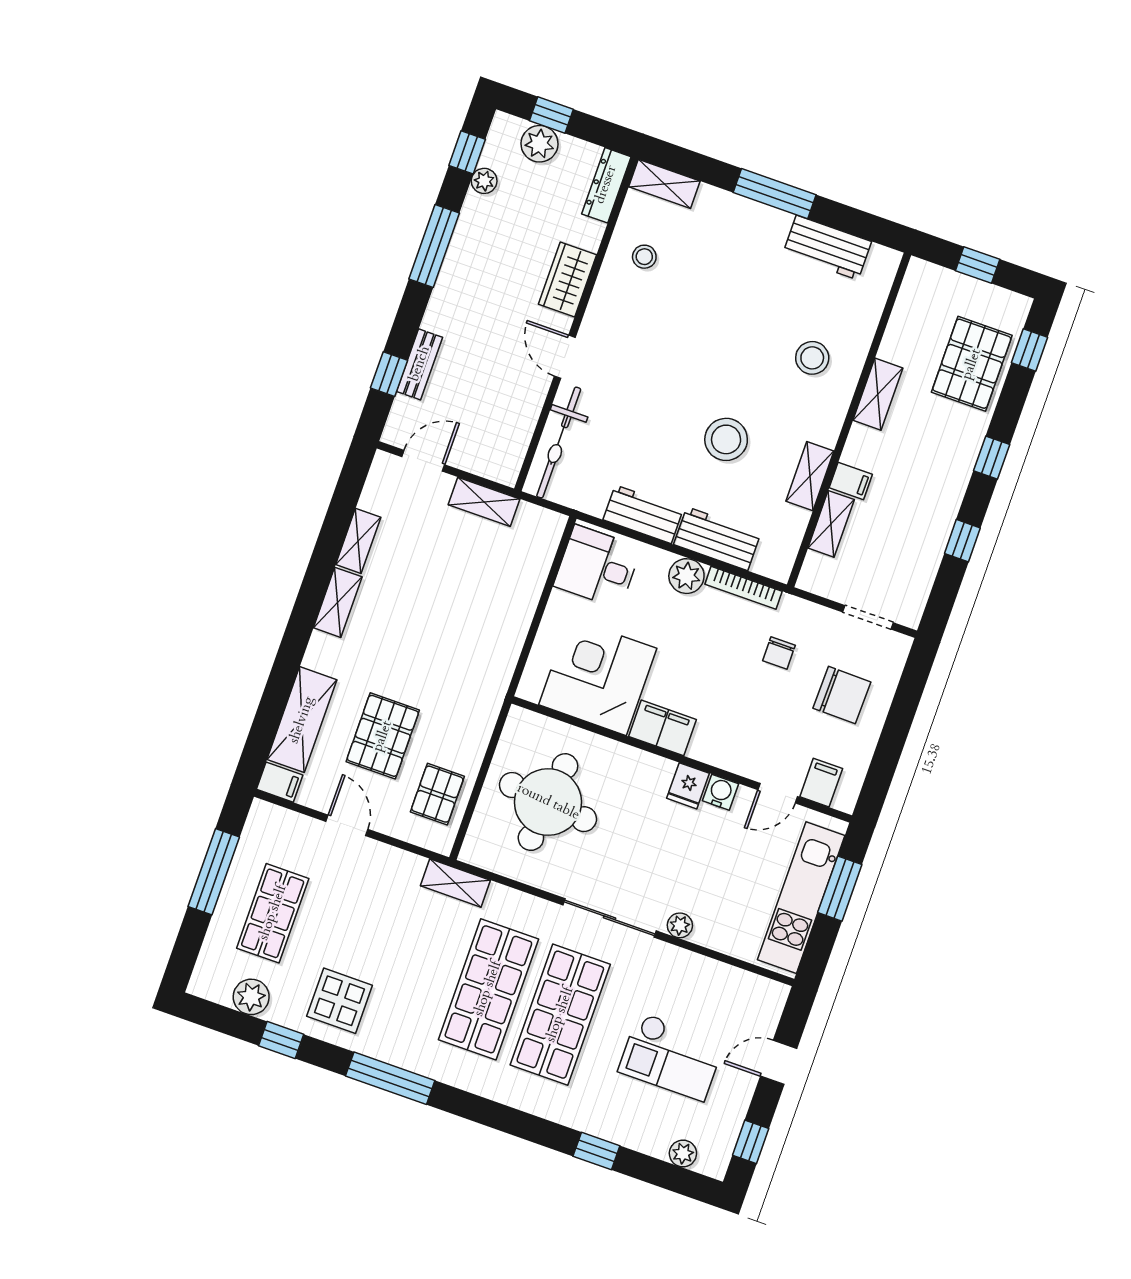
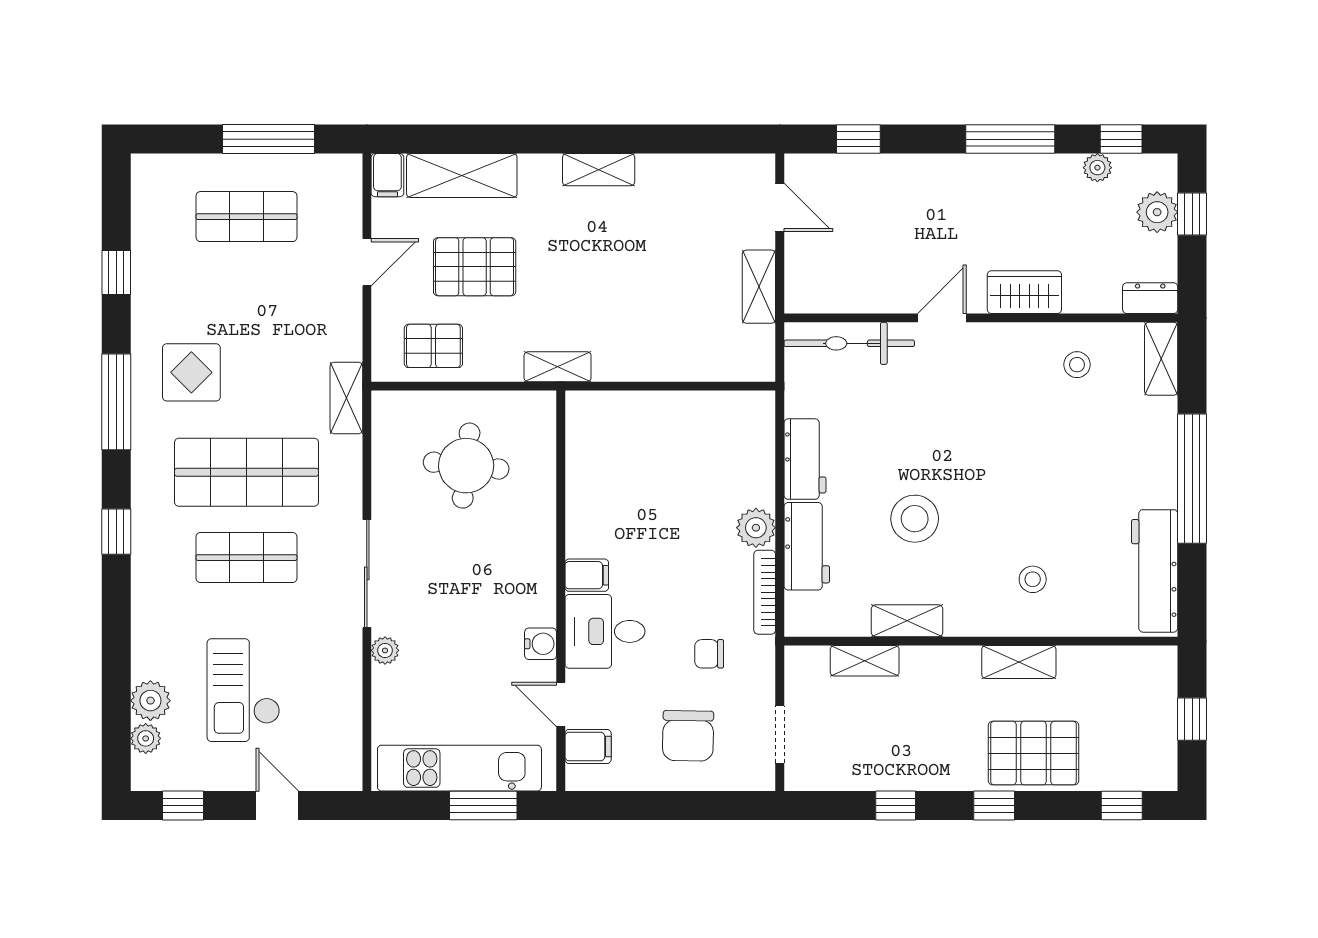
dresser: (606, 185) -> (1150, 298), width x0.70
window: (775, 194) -> (1192, 479), width x1.46
workbench: (827, 248) -> (1155, 571), width x1.38
stool: (812, 358) -> (1033, 579), width x0.73, depth x0.73
bench: (420, 364) -> (880, 168), removed
pallet: (972, 364) -> (1034, 753), moved
filing cabinet: (851, 481) -> (917, 666), removed
shelving: (358, 541) -> (558, 367), moved
desk: (597, 567) -> (605, 631), moved, turned -90
corner desk: (598, 677) -> (617, 472), removed
filing cabinet: (663, 728) -> (587, 575), width x0.50
fridge: (688, 786) -> (535, 607), removed
round table: (548, 802) -> (466, 466), width x0.73, depth x0.73
plant: (251, 997) -> (150, 701), moved
display table: (340, 1001) -> (191, 372), moved
shop shelf: (560, 1015) -> (247, 558), width x0.70, depth x0.74
window: (596, 1151) -> (116, 532), moved

